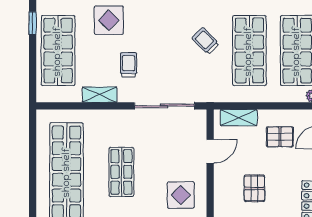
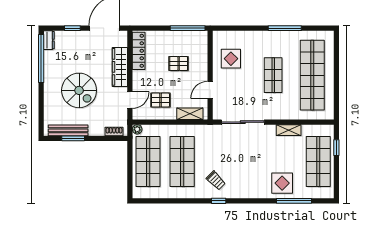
window: (33, 23) -> (336, 148), moved
trolley: (206, 41) -> (216, 181), moved
trolley: (129, 65) -> (268, 151), removed
pallet: (254, 188) -> (179, 63), turned 90

